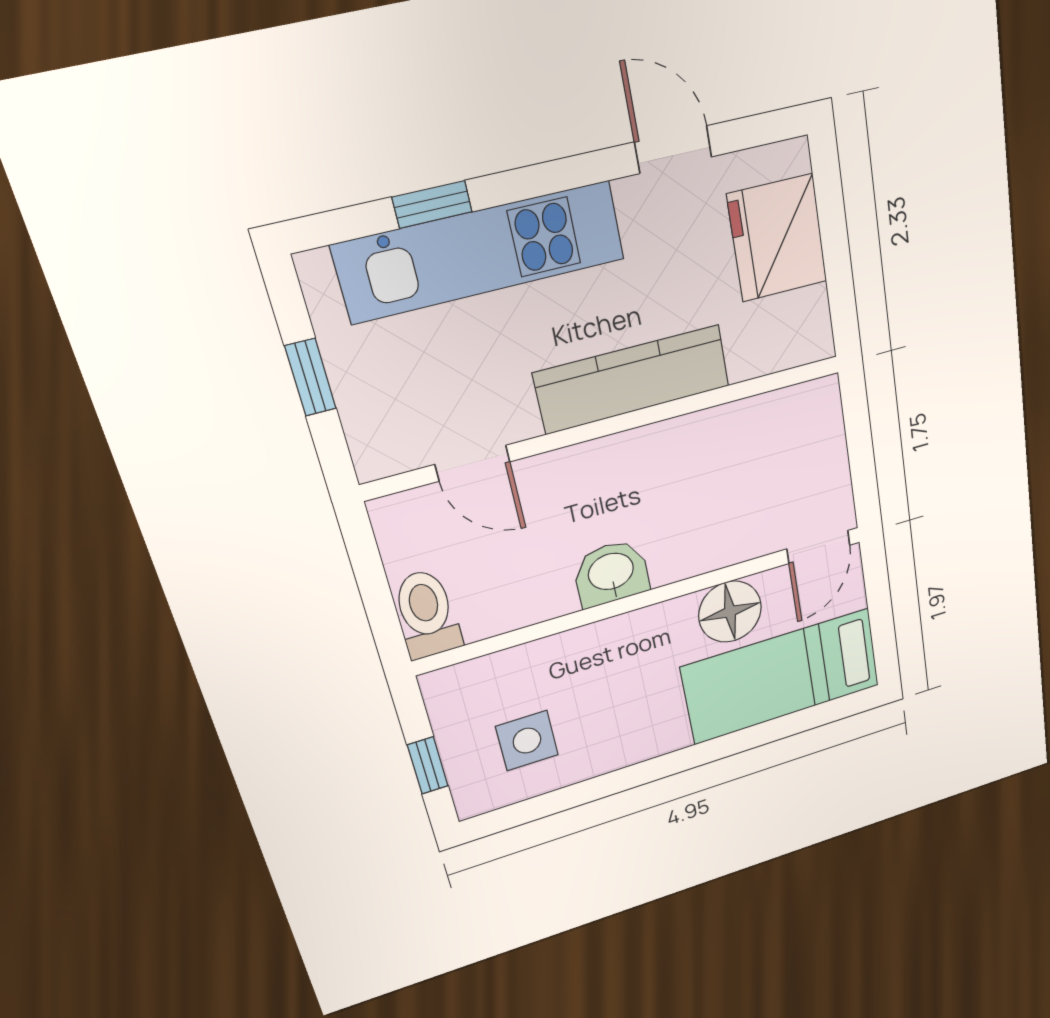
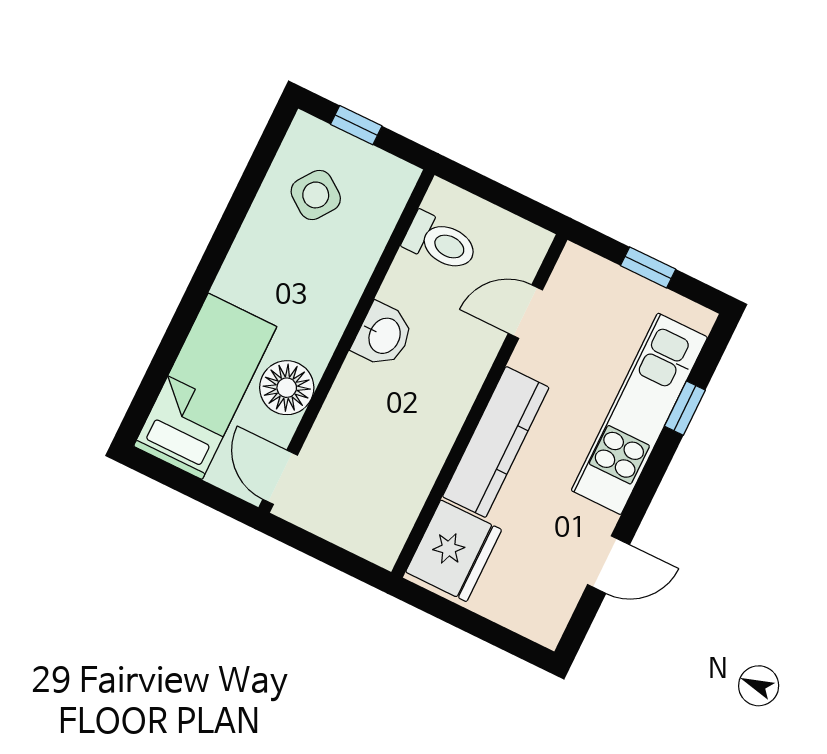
fridge: (777, 238) -> (454, 551), moved, turned 90
toilet: (427, 614) -> (441, 242), moved
side table: (527, 741) -> (316, 195), turned 36

